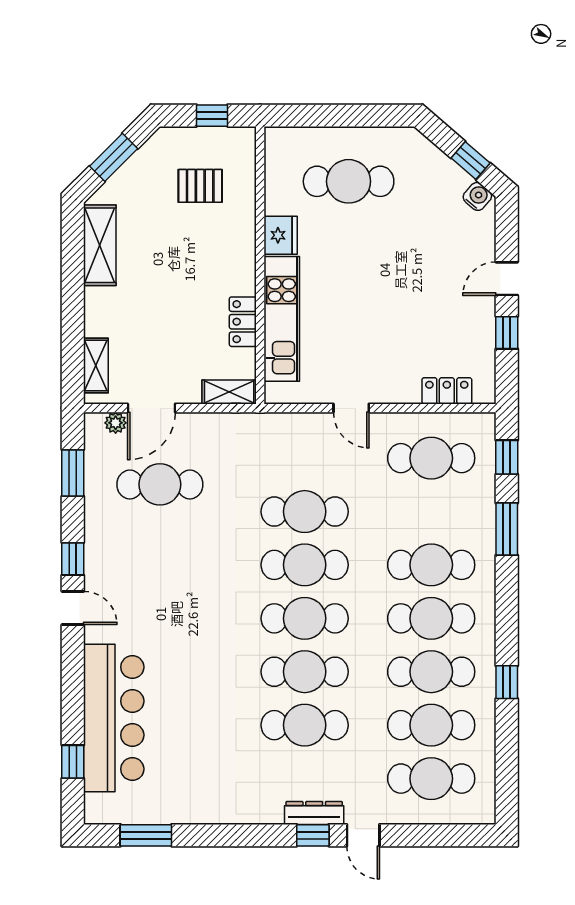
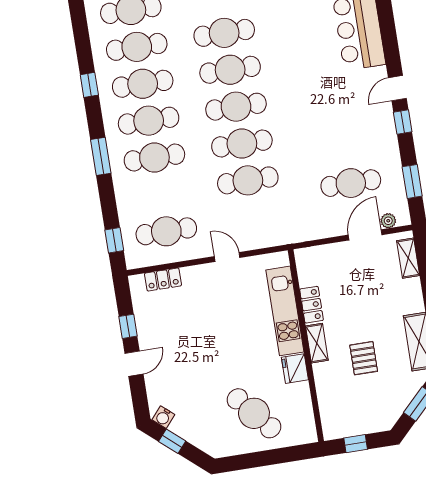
cafe table: (349, 181) -> (254, 413), turned 50
pallet: (200, 186) -> (364, 358), moved, turned 90
shelving: (229, 392) -> (317, 343), moved, turned 90
window: (507, 529) -> (101, 156), moved
door: (73, 608) -> (397, 88), hinge flipped

